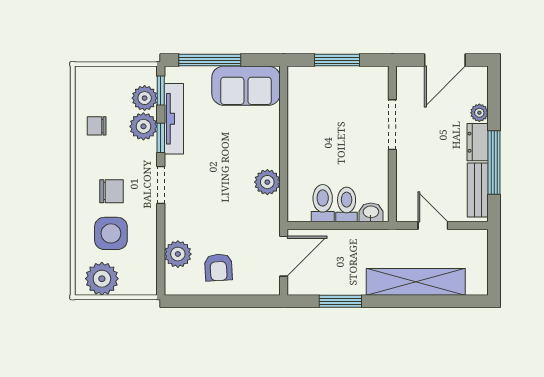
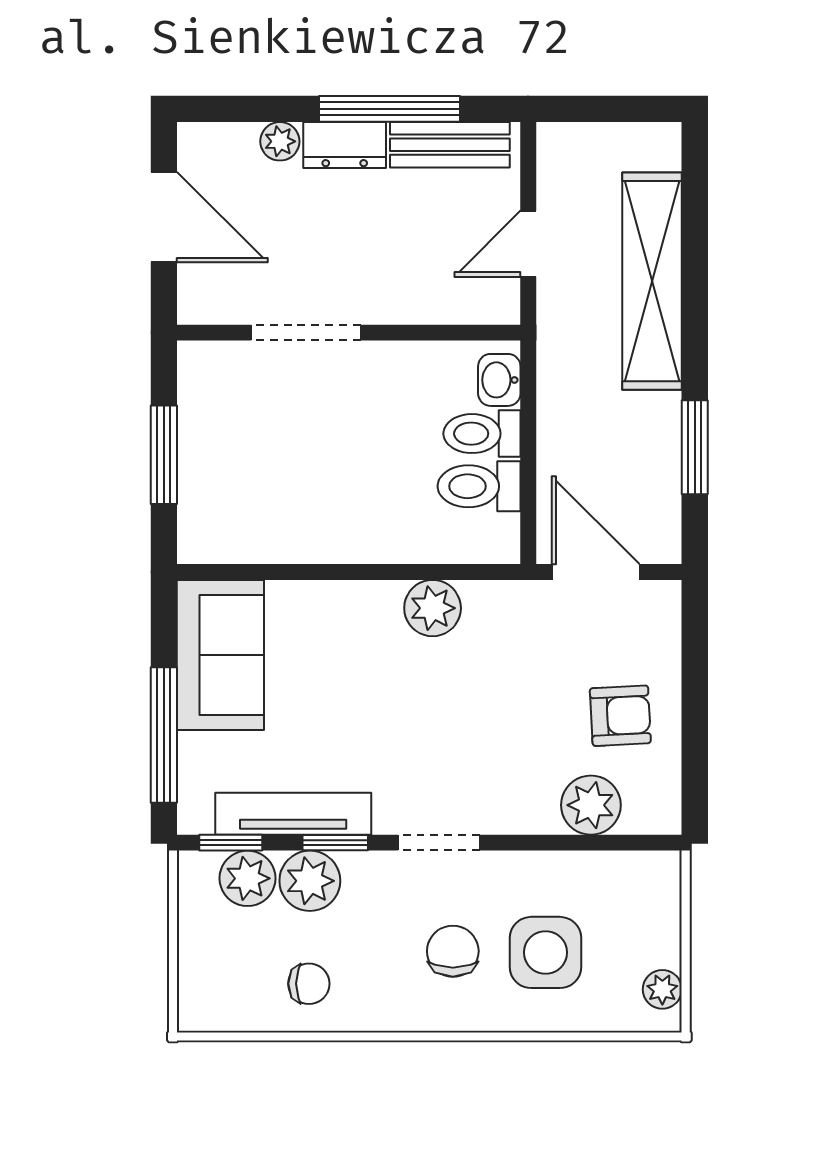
chair: (97, 126) -> (309, 984), turned -90
plant: (102, 279) -> (662, 989), width x0.53, depth x0.53

